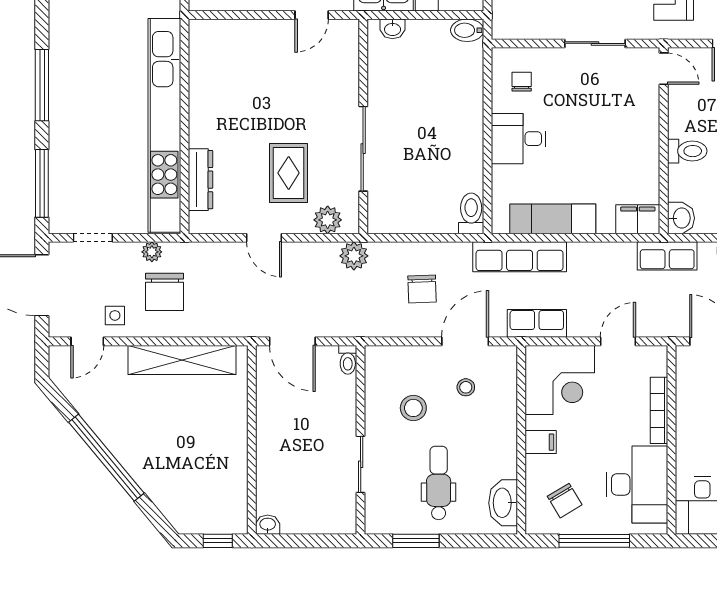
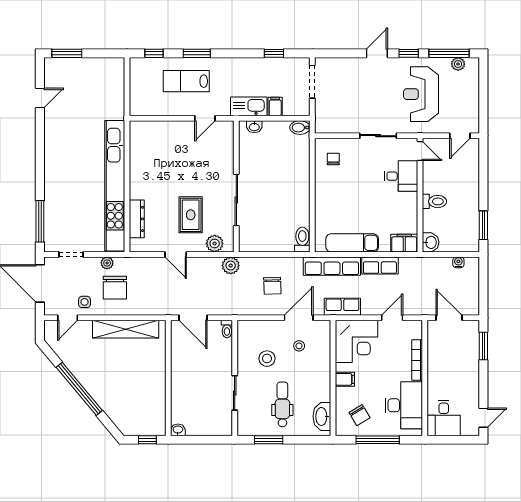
window: (42, 85) -> (40, 161), removed
desk: (519, 139) -> (401, 176), moved, turned 180
row of seats: (667, 256) -> (380, 266), moved

